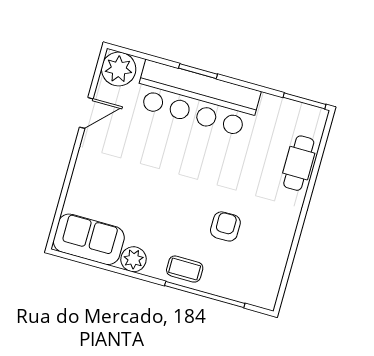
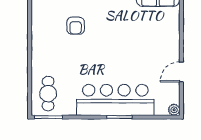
plant: (119, 69) -> (174, 110), width x0.53, depth x0.53
cafe table: (299, 163) -> (48, 94), moved

